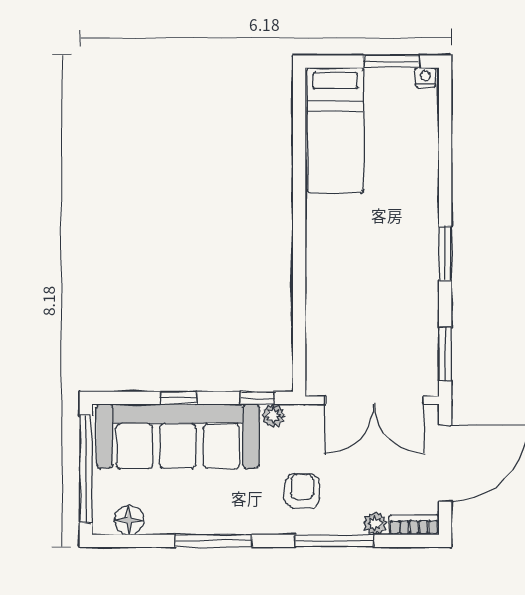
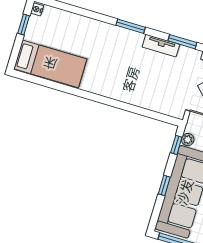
window: (391, 62) -> (24, 25), width x0.67
tv unit: (426, 318) -> (161, 46), added

